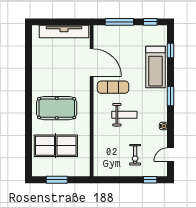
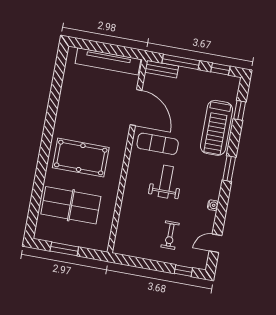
bench: (106, 30) -> (162, 69), added
weight bench: (124, 115) -> (166, 182), turned -90

